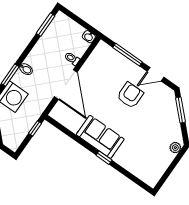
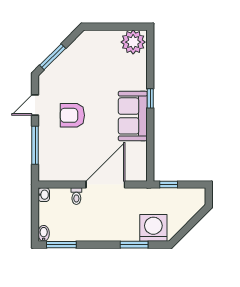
bidet: (26, 69) -> (44, 233), moved
door: (155, 74) -> (35, 105), swing flipped
plant: (175, 148) -> (133, 42), moved, width x1.88, depth x1.88

